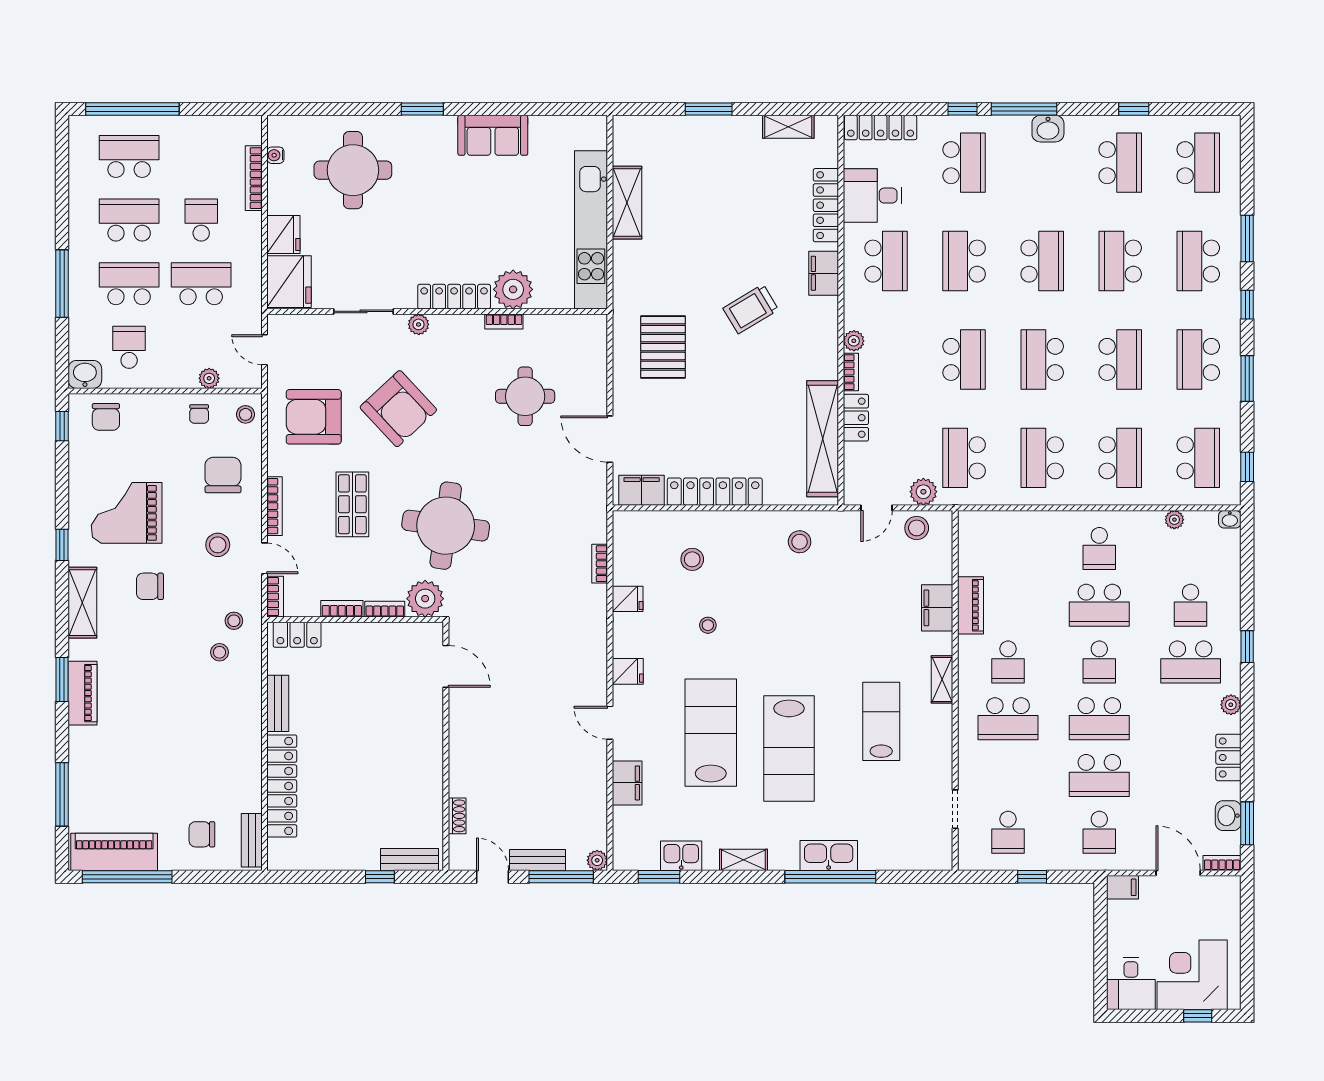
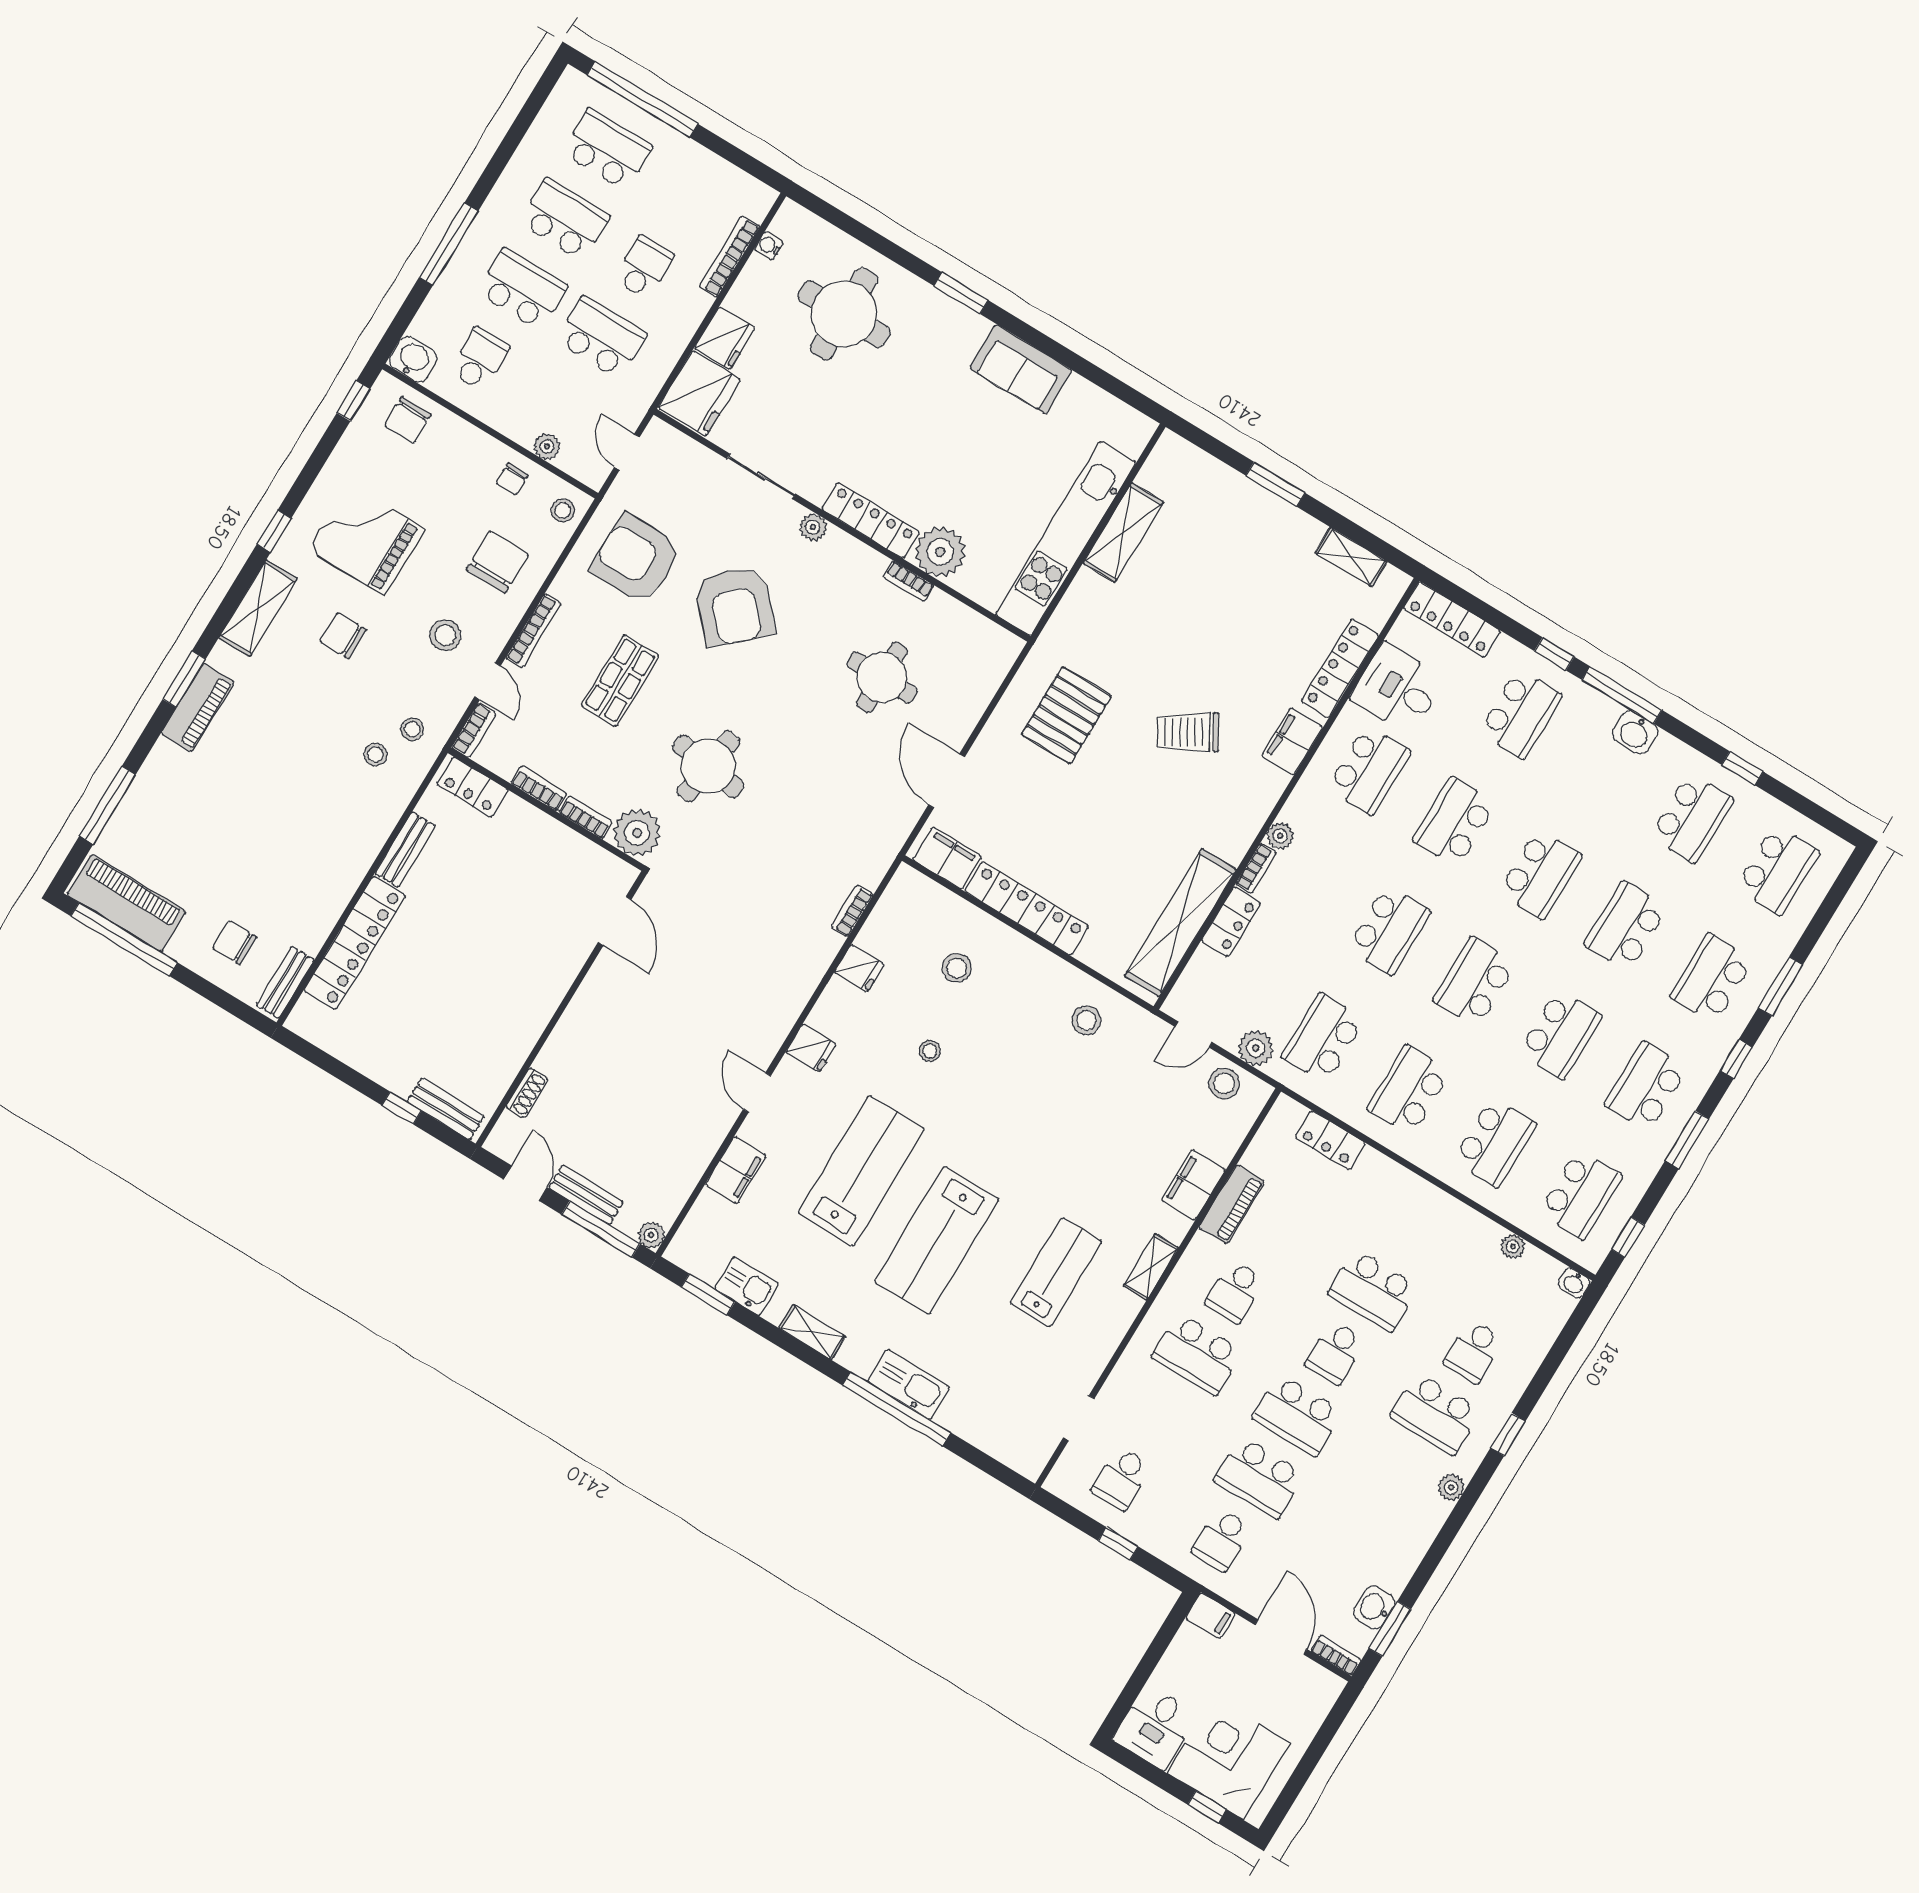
round table: (446, 526) -> (708, 766), width x0.73, depth x0.73
school desk: (1099, 549) -> (1411, 1228), removed
locker: (1228, 758) -> (1330, 1140), moved, turned -90

